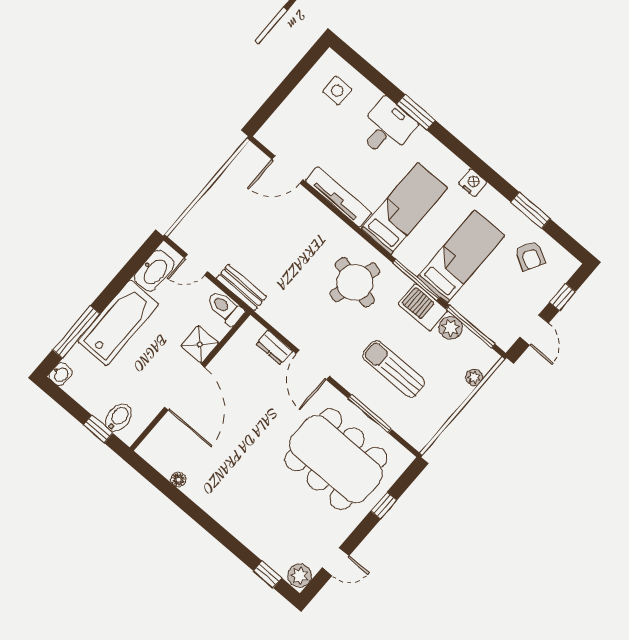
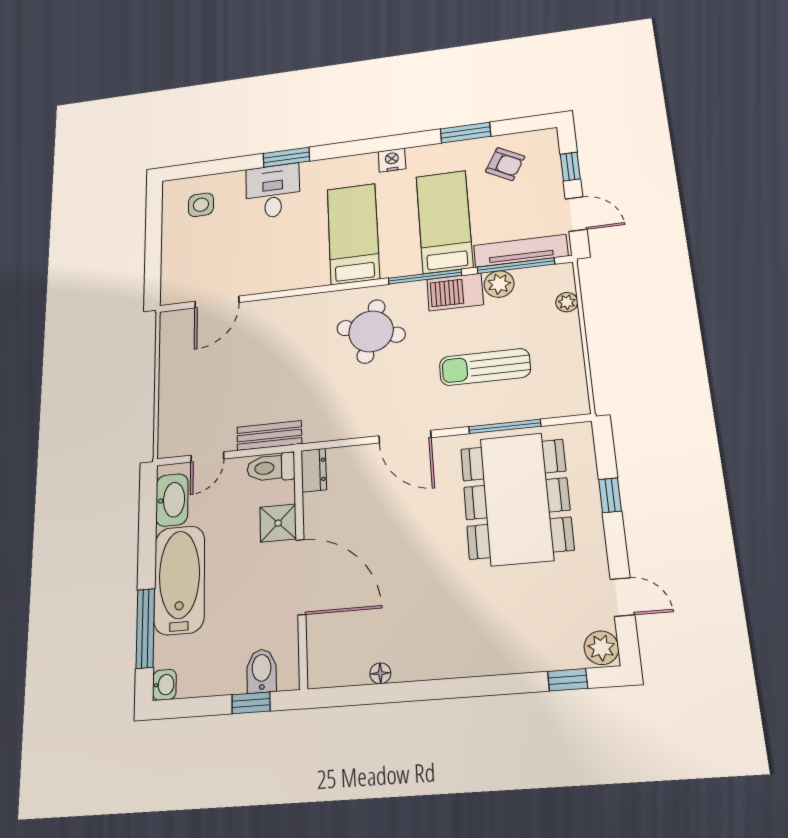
tv unit: (339, 197) -> (521, 251), moved
dresser: (274, 347) -> (314, 470), moved, turned -90
dining table: (336, 459) -> (517, 499), turned 90
door: (336, 562) -> (622, 597), hinge flipped

